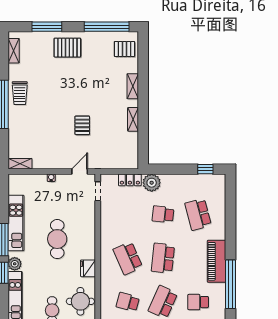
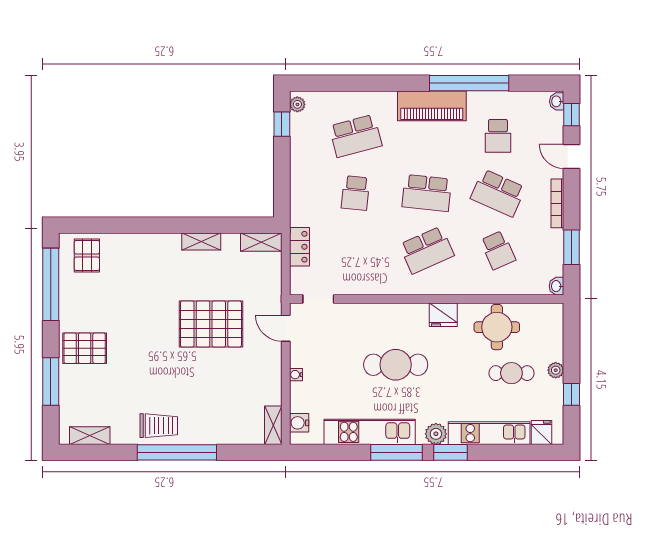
pallet: (67, 48) -> (85, 348), turned 90
shelving: (133, 86) -> (261, 242), moved
pallet: (82, 125) -> (211, 324), width x2.05, depth x2.00
water cooler: (21, 180) -> (299, 423), added
plant: (152, 183) -> (297, 104), moved, width x0.53, depth x0.53
school desk: (128, 302) -> (498, 250), turned -39

